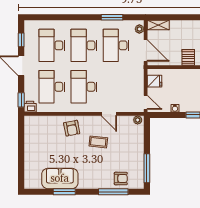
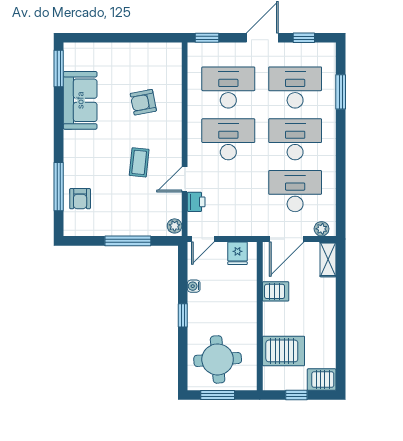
window: (112, 17) -> (341, 92), moved
server rack: (188, 57) -> (276, 291), moved
printer: (30, 107) -> (196, 202), moved
armchair: (72, 128) -> (143, 102), moved
window: (147, 168) -> (128, 241), moved
window: (64, 192) -> (59, 69), moved

